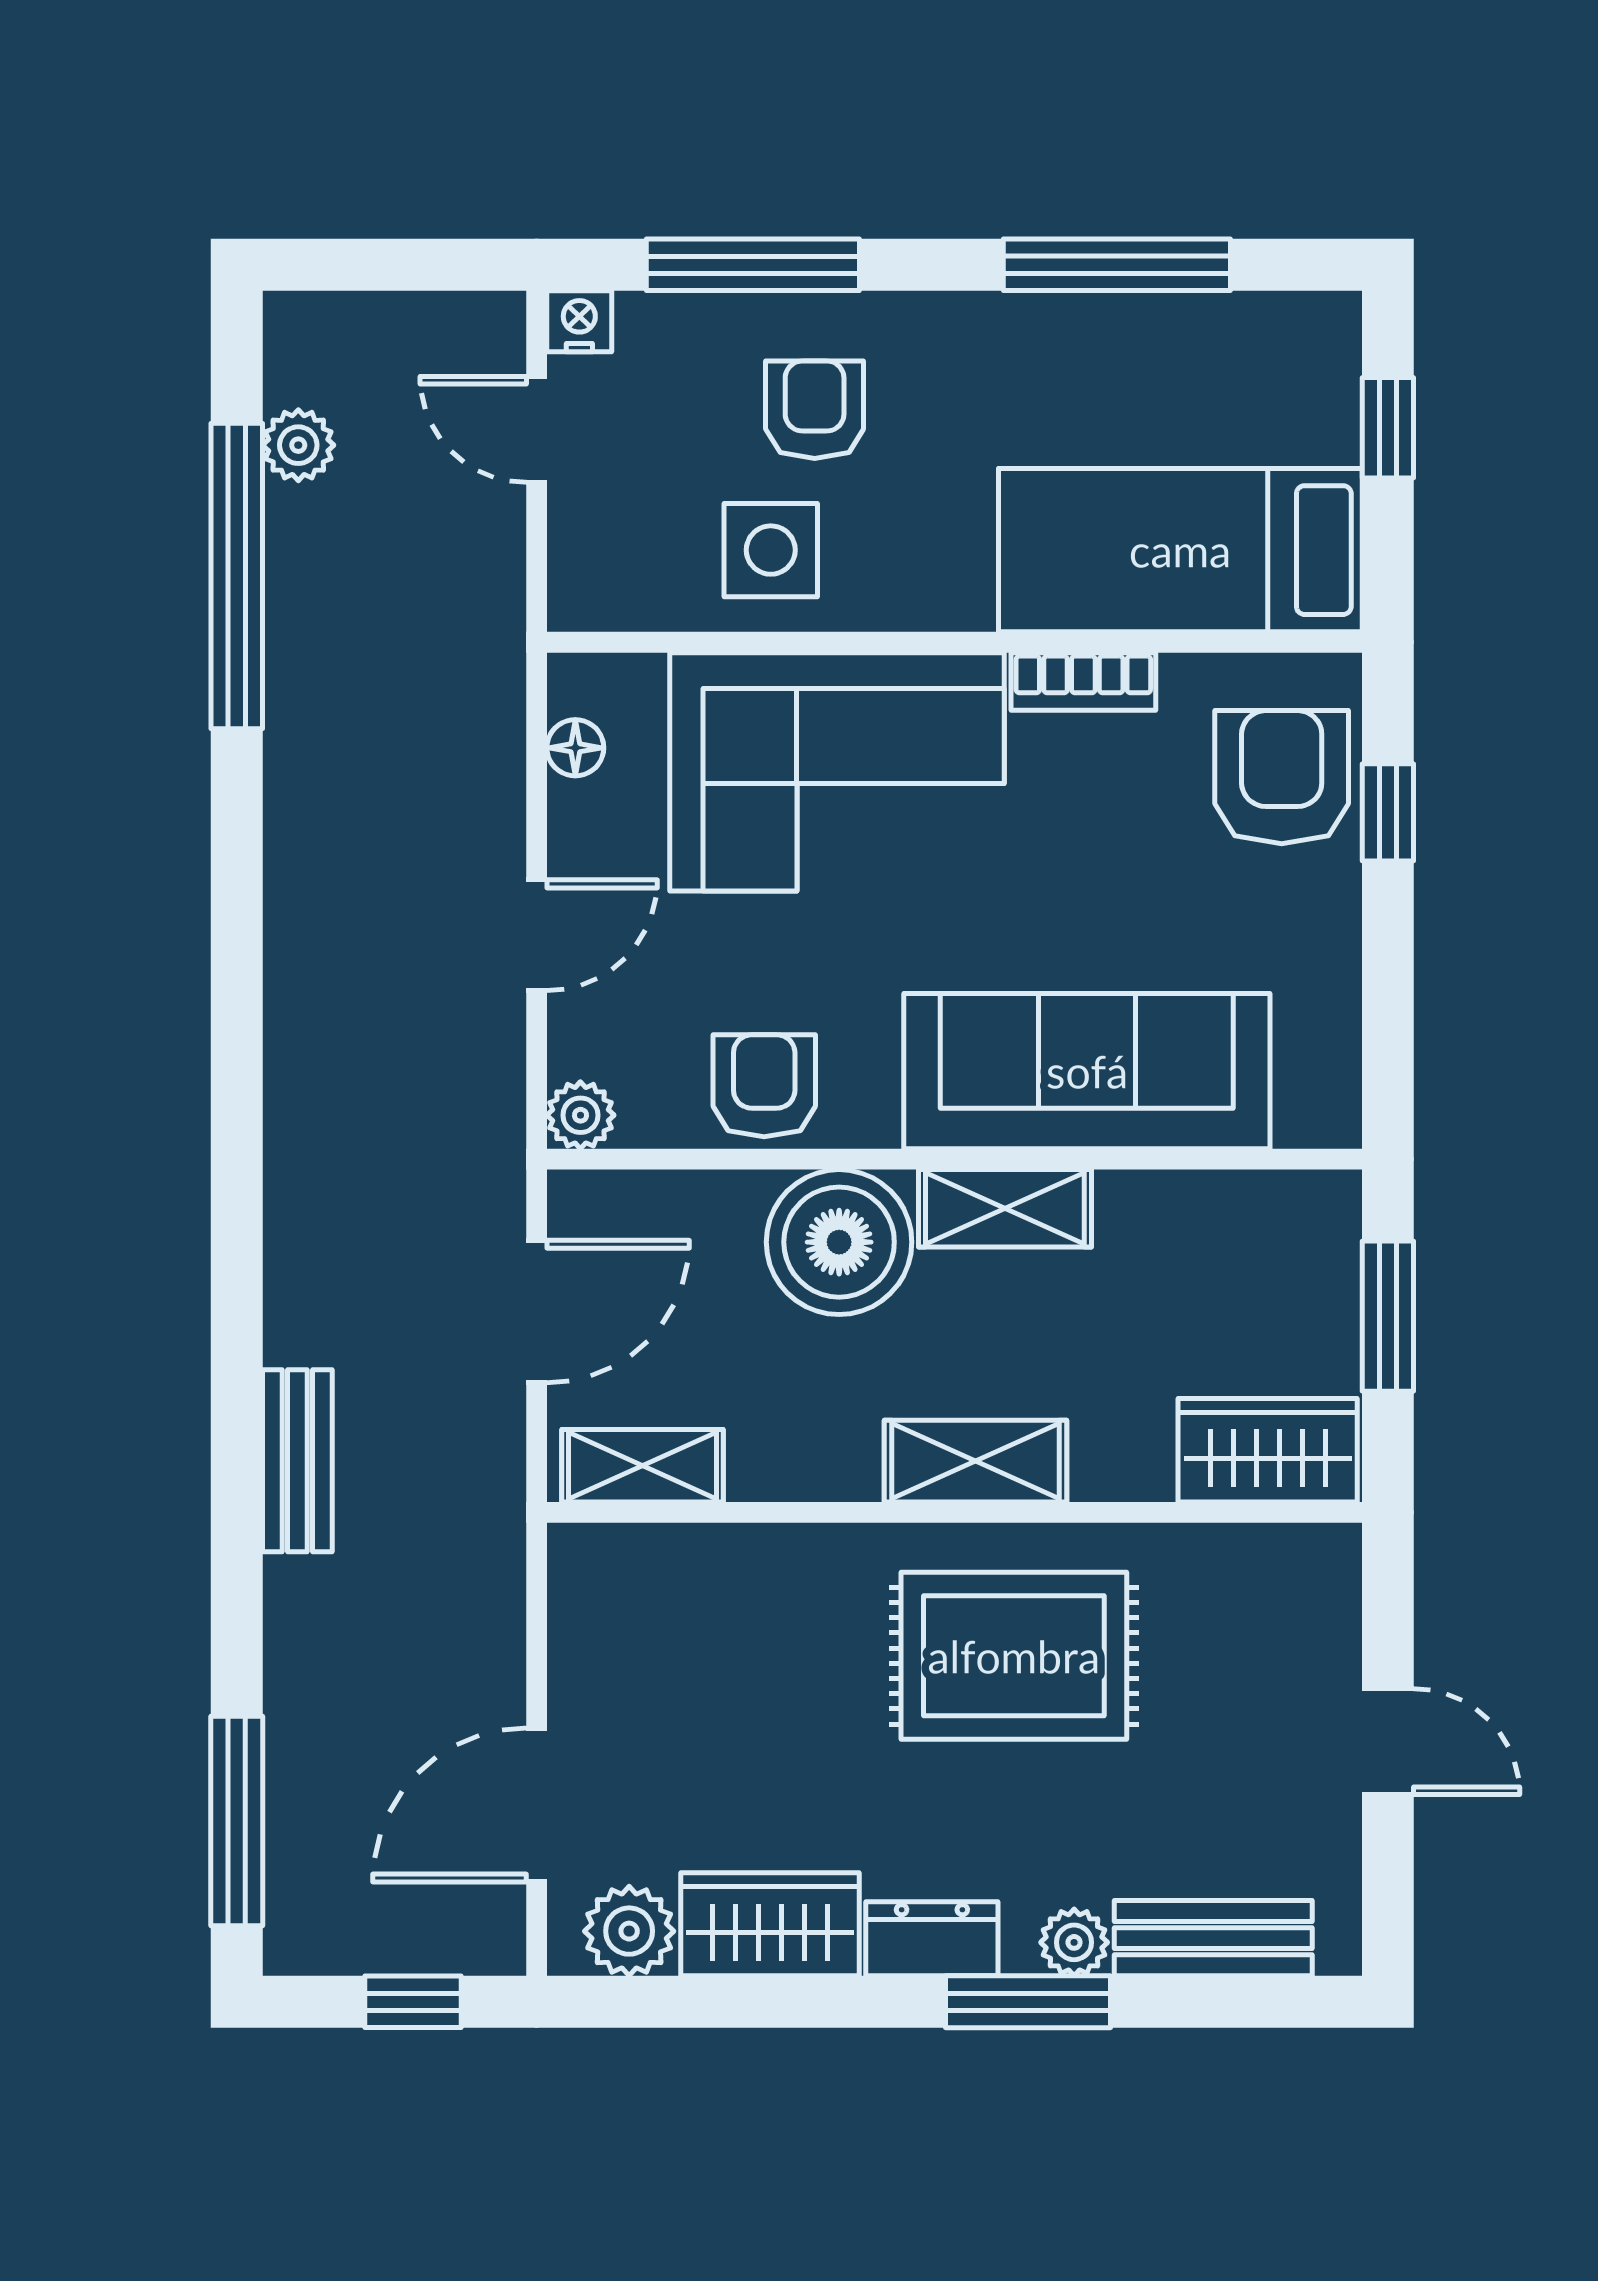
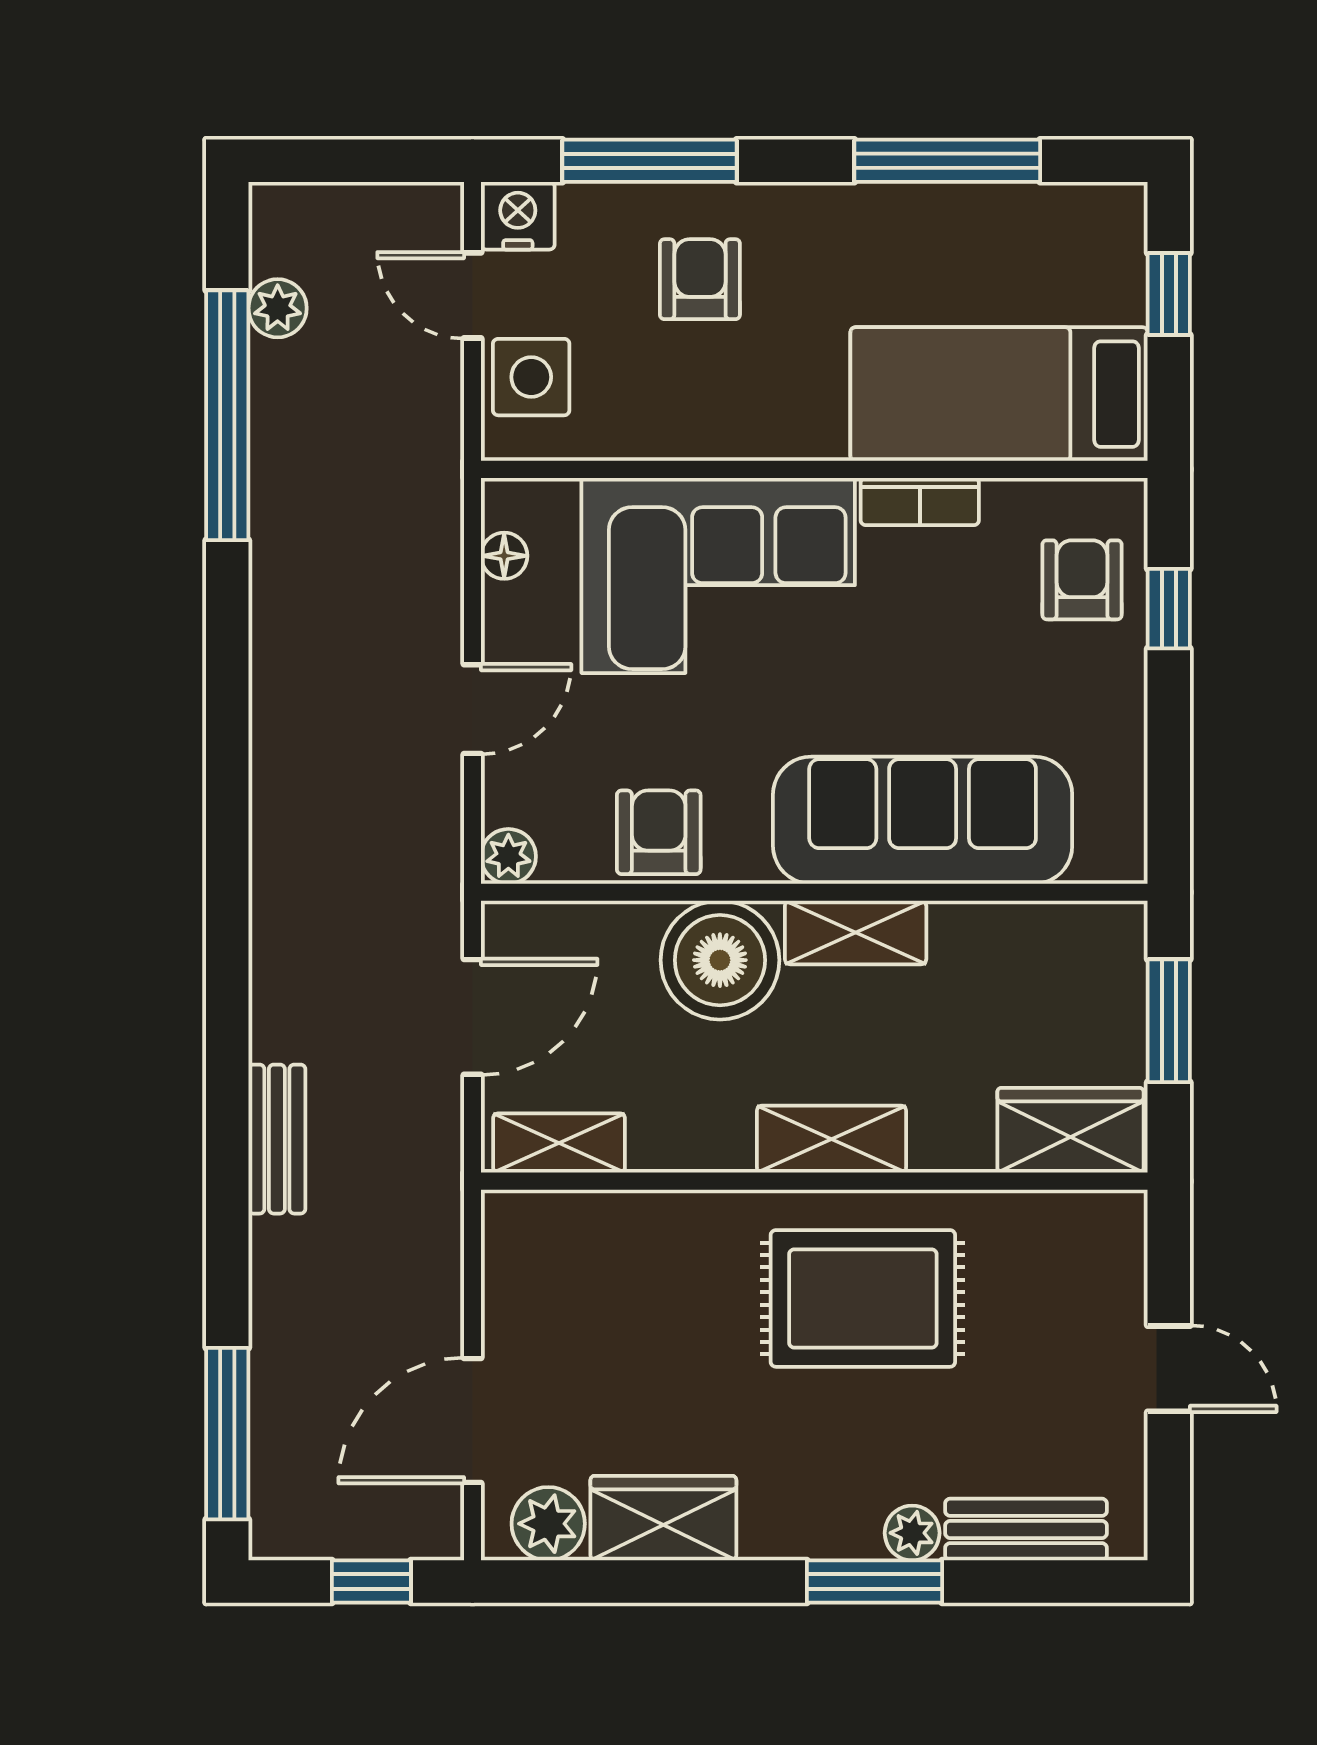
nightstand: (579, 321) -> (518, 216), width x1.39, depth x1.35
side table: (771, 550) -> (531, 377), moved
armchair: (1282, 777) -> (1082, 580), width x0.72, depth x0.72
dresser: (932, 1939) -> (796, 1530), removed

